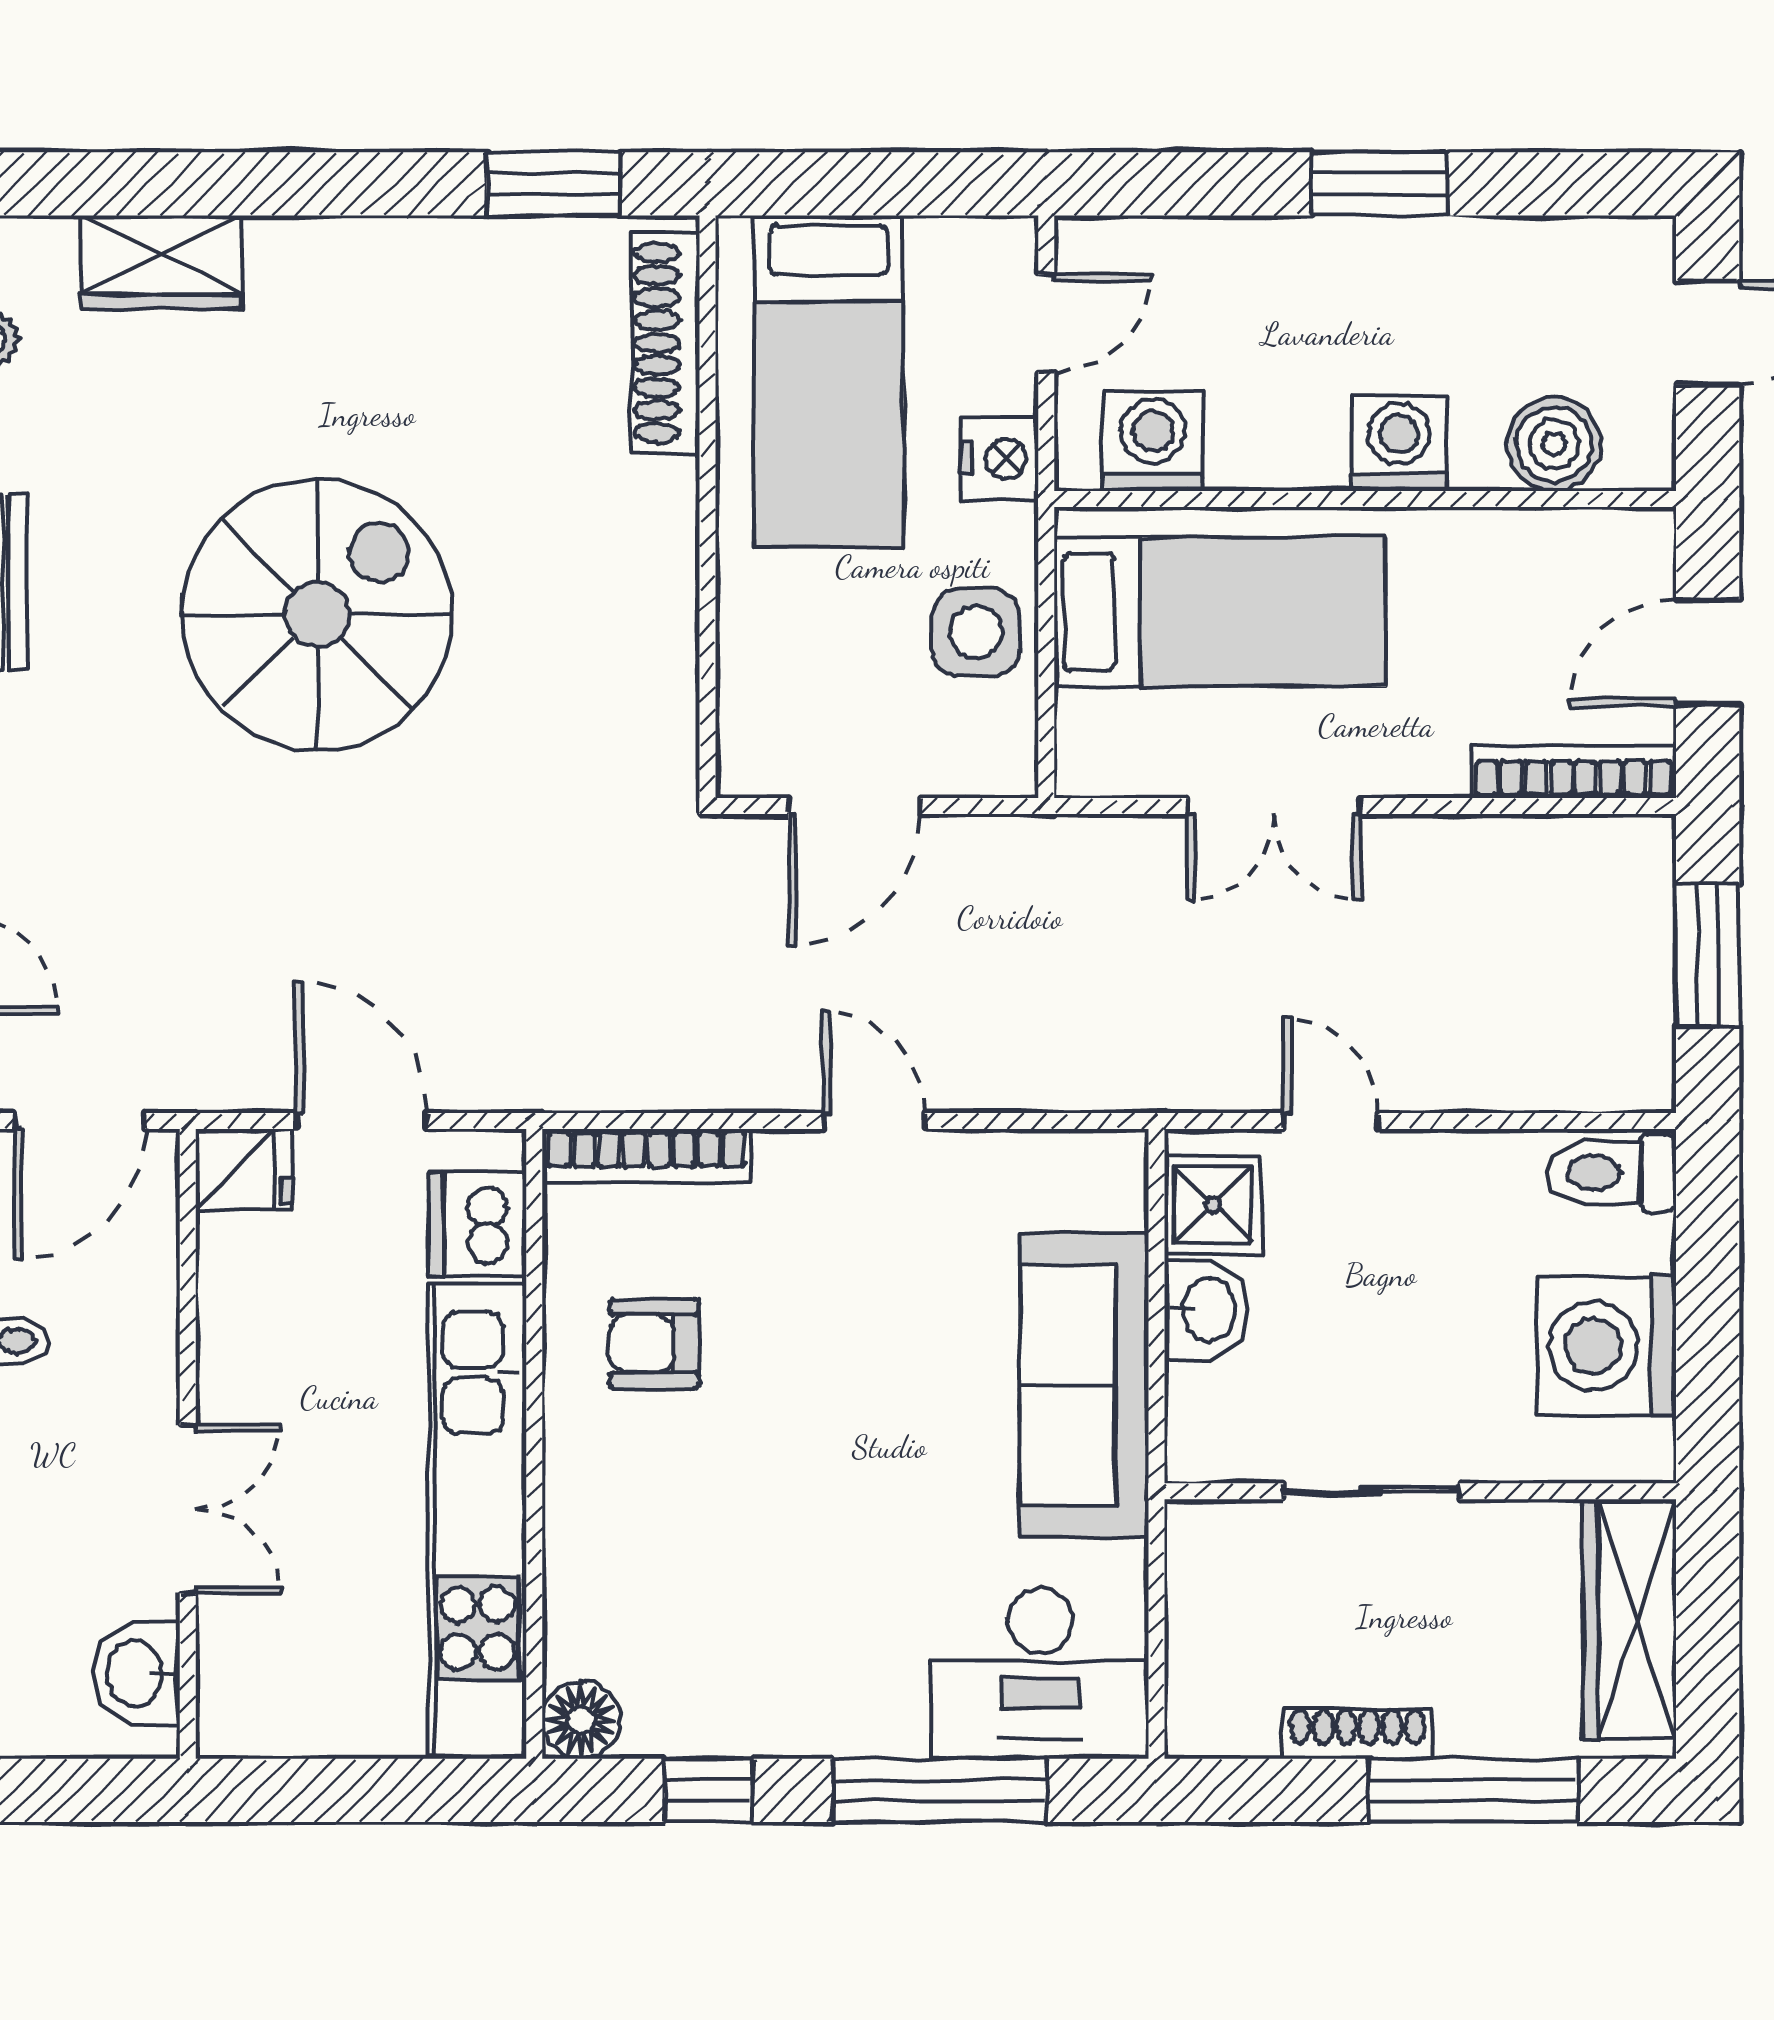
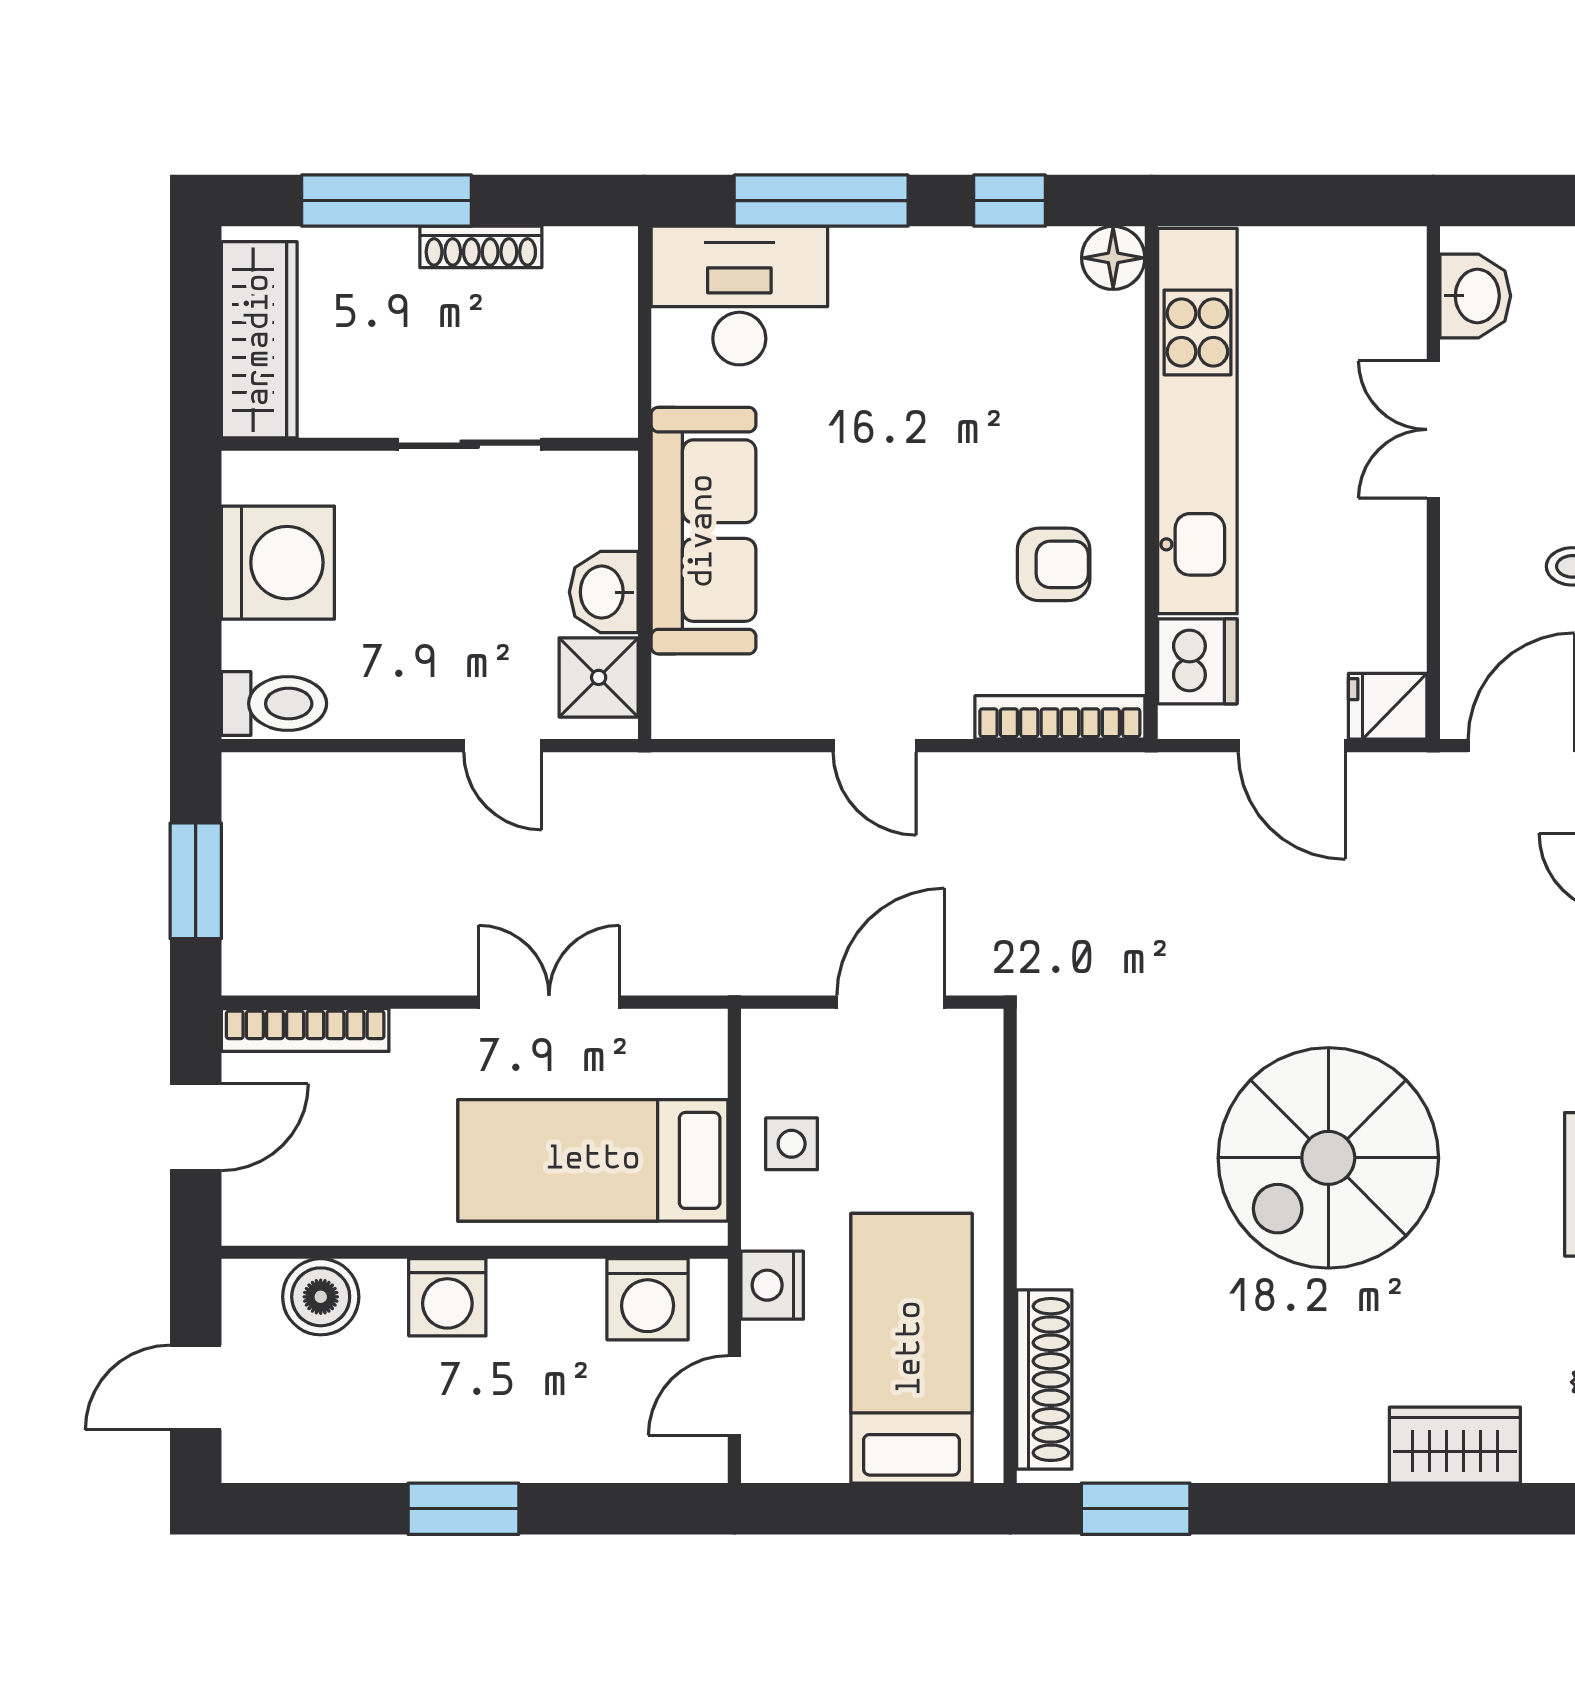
side table: (976, 632) -> (792, 1144), width x0.73, depth x0.73

